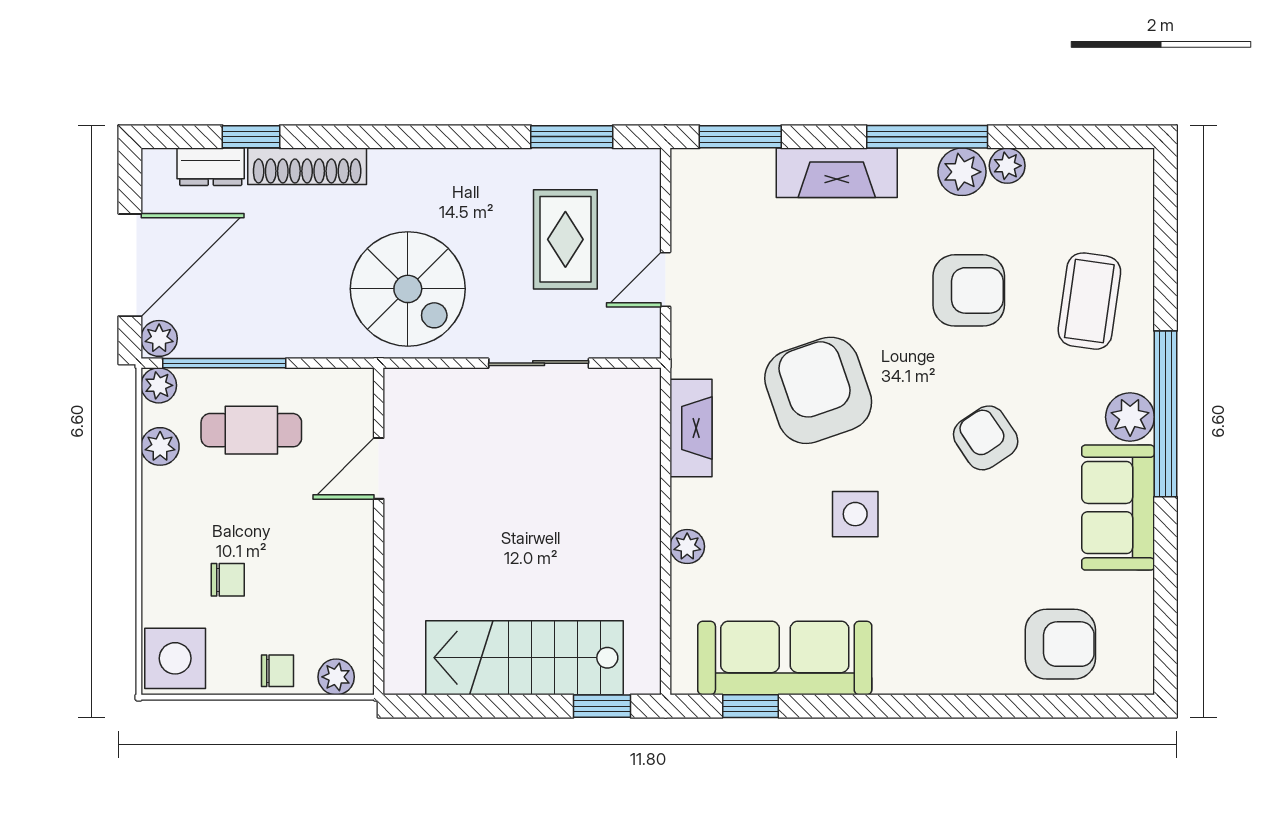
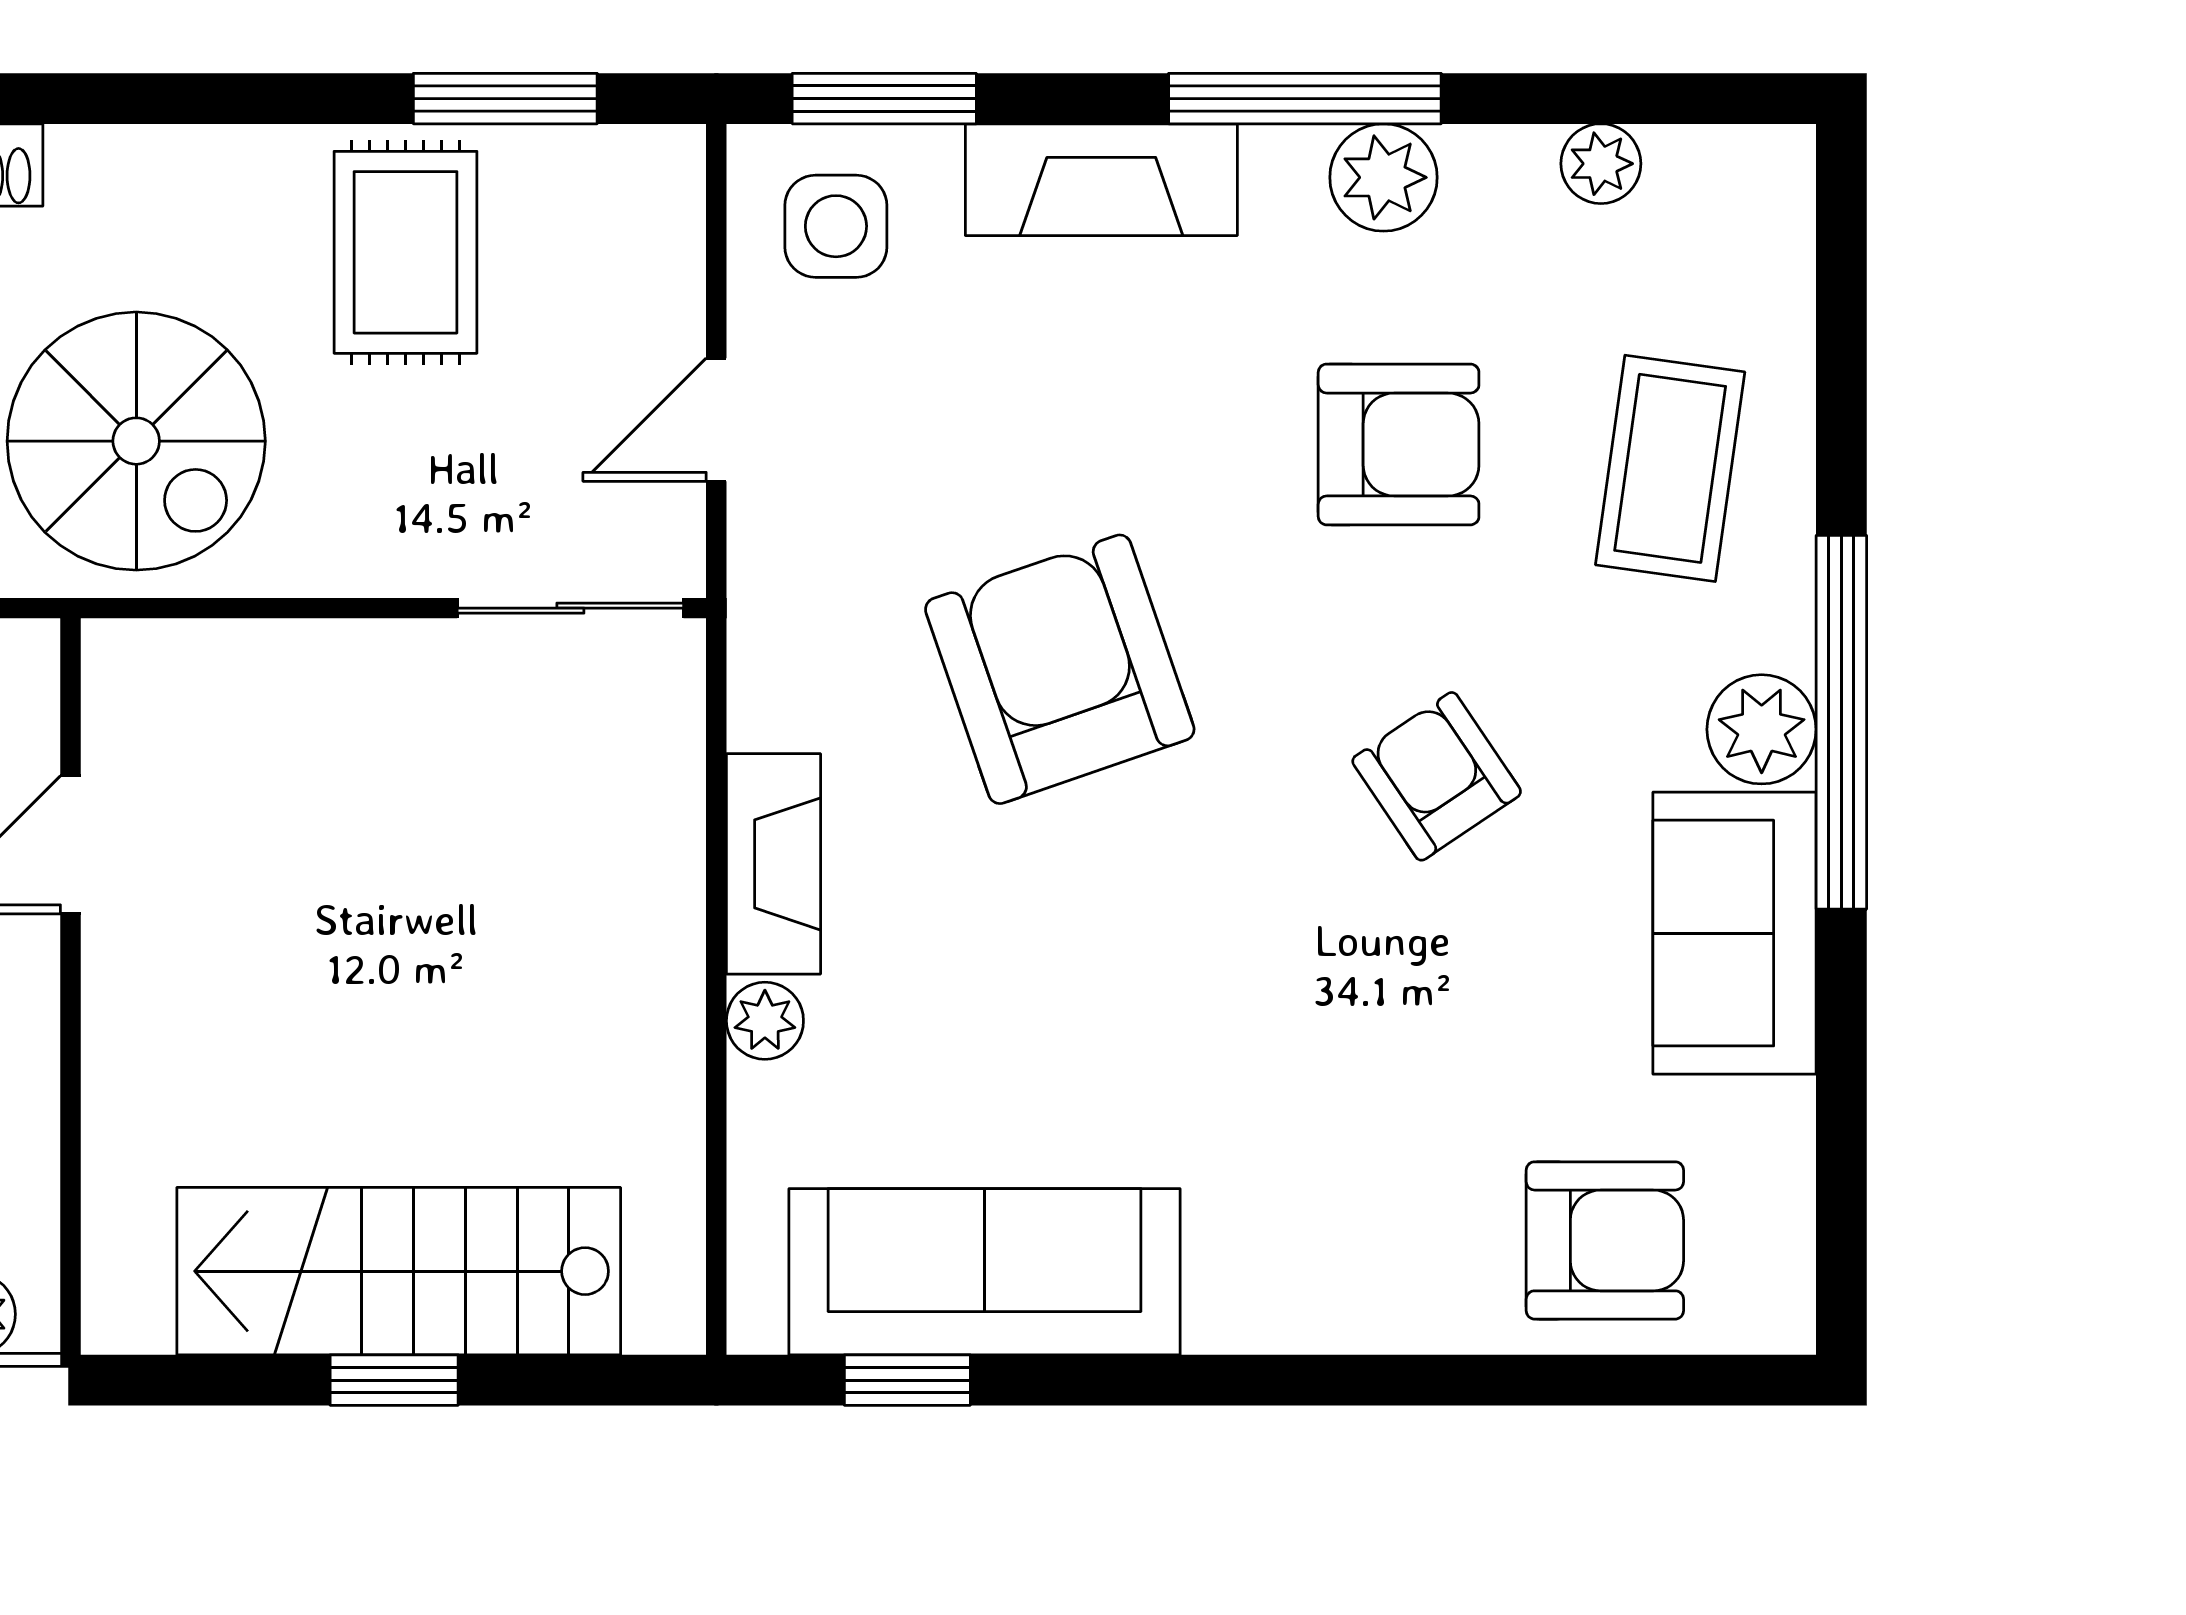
plant: (1007, 166) -> (1601, 164), moved
rug: (565, 239) -> (406, 252), moved
sliding door: (539, 363) -> (570, 608), moved
fireplace: (691, 428) -> (773, 864), moved
side table: (855, 514) -> (836, 226), moved
window: (602, 706) -> (394, 1380), moved

